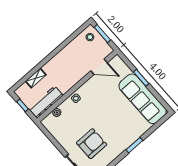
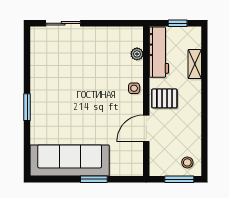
door: (99, 67) -> (146, 128), moved
pallet: (67, 78) -> (164, 98), added
armchair: (92, 144) -> (70, 62), removed

